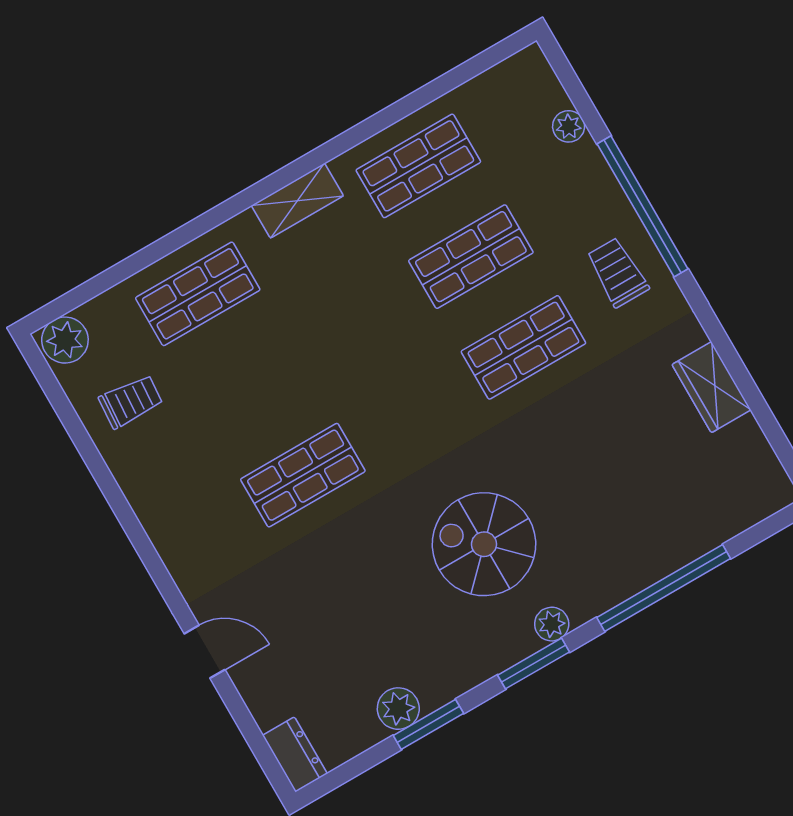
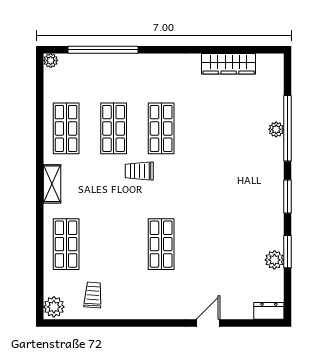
plant: (569, 126) -> (51, 60), moved
window: (643, 206) -> (103, 50), moved
trolley: (617, 272) -> (139, 171), moved
wardrobe: (711, 387) -> (229, 64), width x1.50
spiral stairs: (484, 544) -> (229, 189), removed
plant: (552, 624) -> (276, 129), moved

